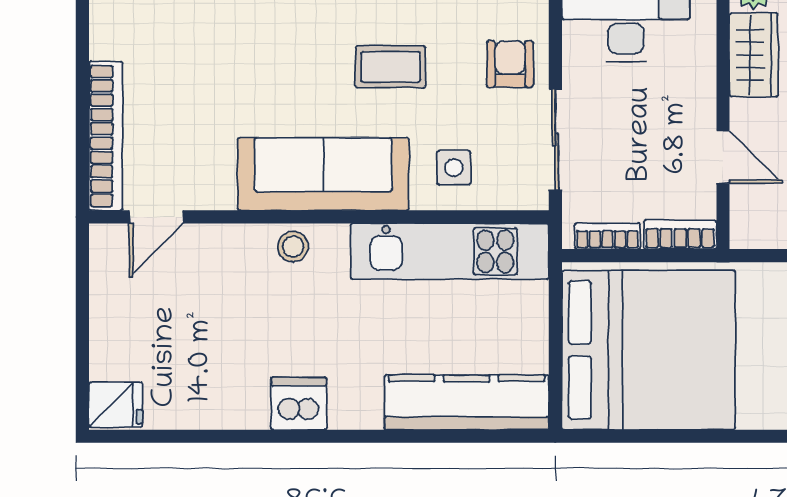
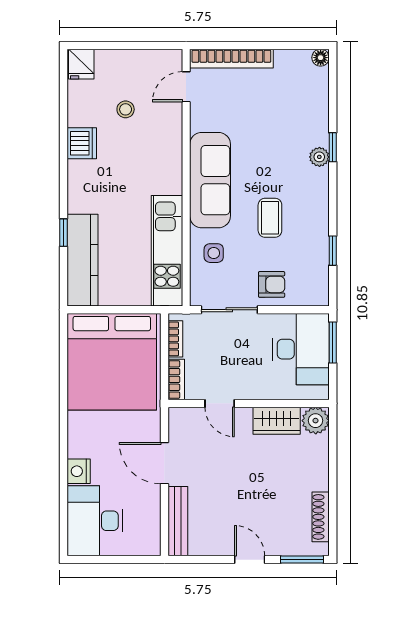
door: (723, 157) -> (220, 403), hinge flipped
door: (156, 217) -> (186, 87), hinge flipped
stool: (293, 246) -> (126, 109), moved
dishwasher: (299, 404) -> (82, 143), moved
window: (417, 436) -> (64, 233), added

